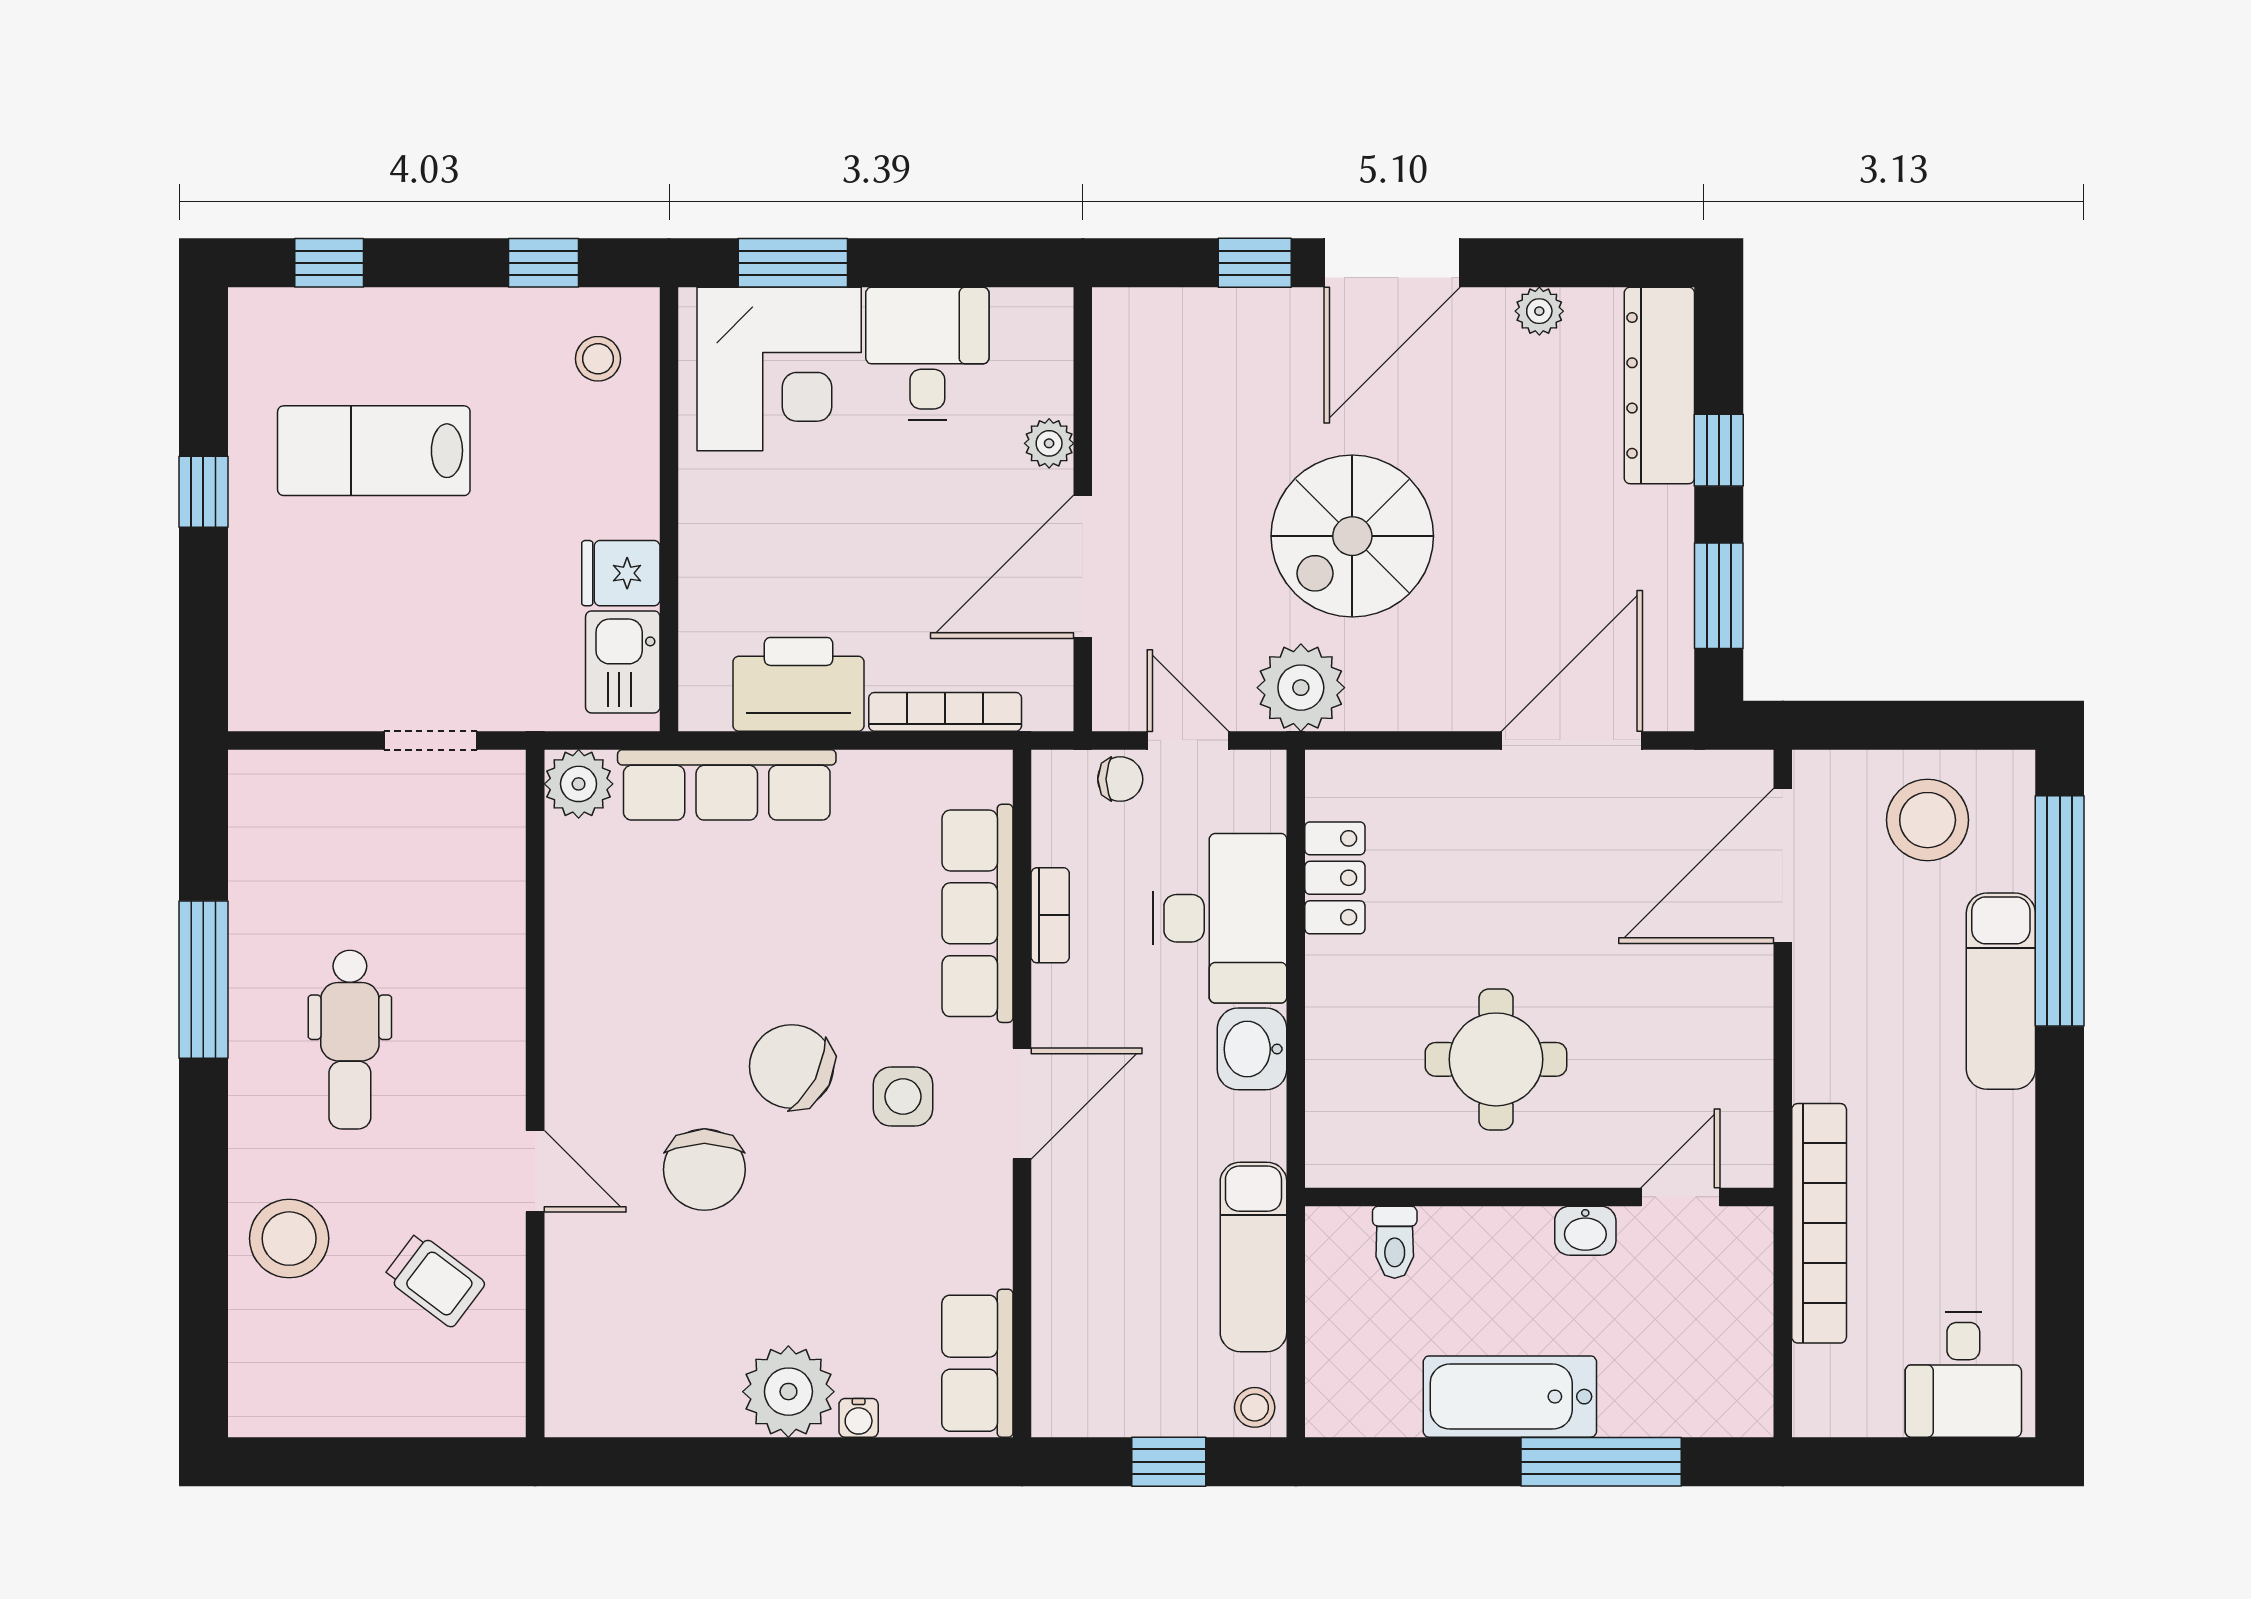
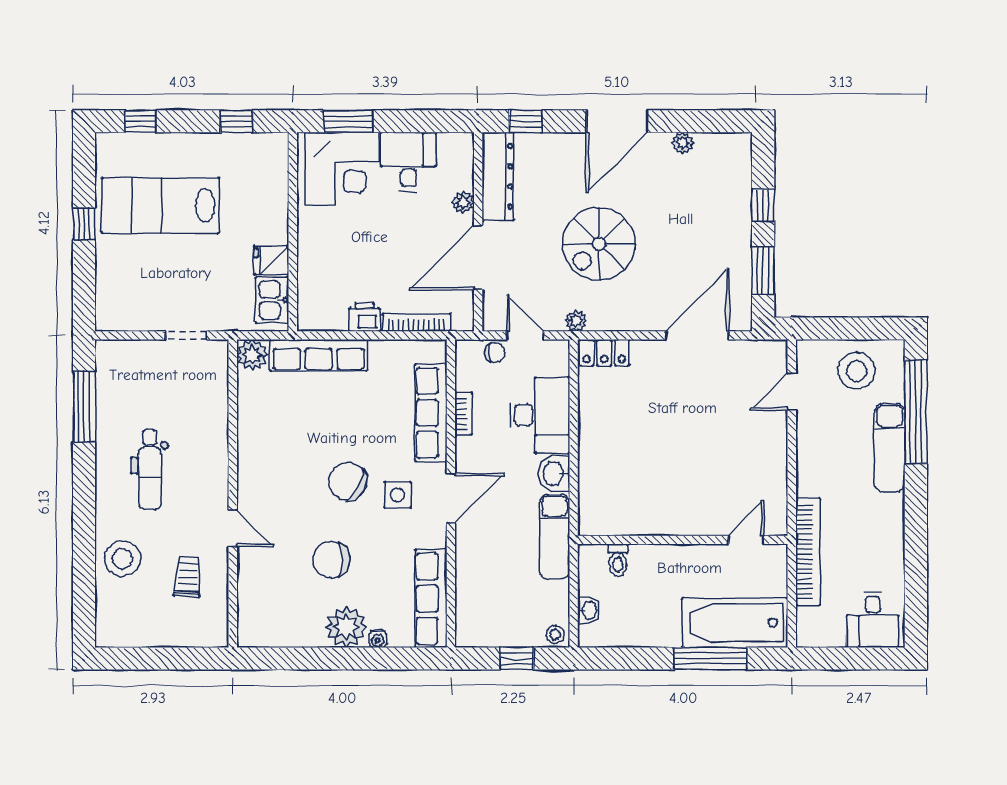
window: (1255, 263) -> (525, 121), moved
stool: (598, 359) -> (261, 164), removed
dresser: (1659, 385) -> (498, 176), moved, turned 180
lab bench: (374, 451) -> (160, 206), width x1.36, depth x1.39
printer: (799, 684) -> (364, 317), width x0.53, depth x0.68
plant: (1301, 688) -> (576, 321), width x0.53, depth x0.53
door: (1783, 866) -> (792, 392), width x0.53
locker: (1335, 878) -> (604, 353), moved, turned 90
window: (203, 980) -> (84, 407), moved
round table: (1496, 1059) -> (663, 478), removed
chair: (704, 1170) -> (331, 560), moved, turned 90
washbasin: (1585, 1231) -> (589, 611), moved, turned -90
exam couch: (1253, 1257) -> (555, 537), moved
trolley: (435, 1280) -> (188, 577), turned -123
row of seats: (977, 1363) -> (431, 599), width x1.48
bathtub: (1510, 1397) -> (735, 623), moved, width x1.36, depth x1.36

